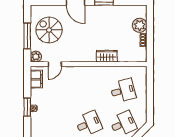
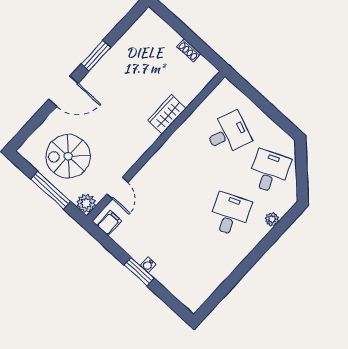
plant: (140, 25) -> (166, 38), removed
filing cabinet: (36, 79) -> (109, 223), width x0.50
desk: (123, 91) -> (228, 134), turned 36

